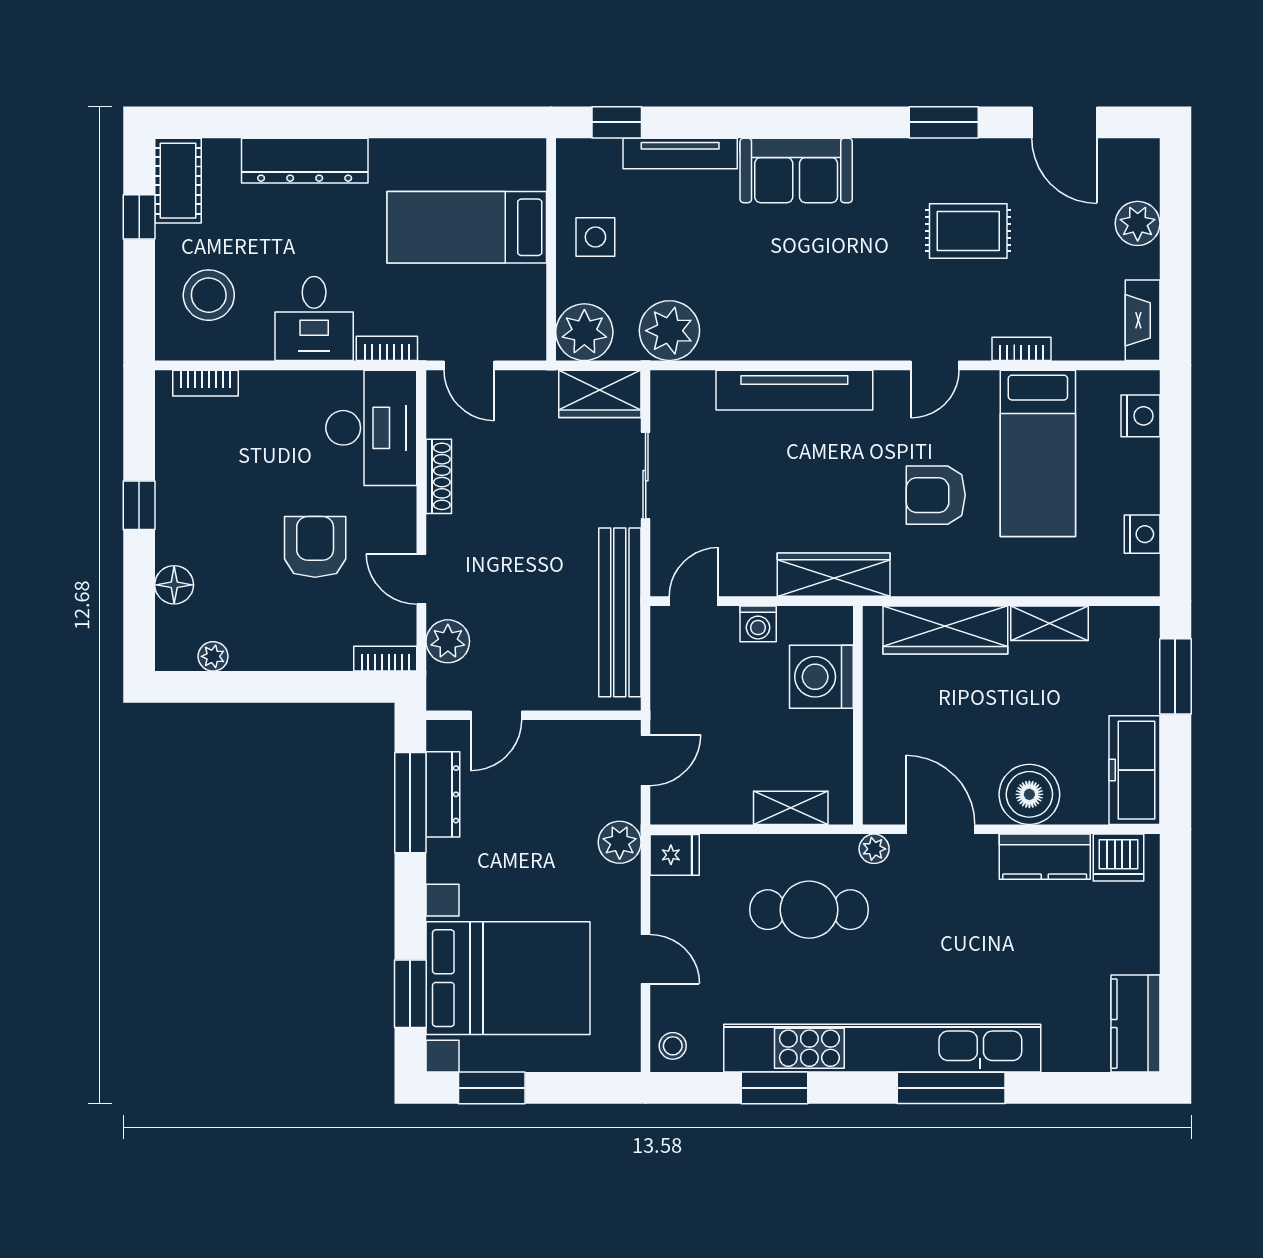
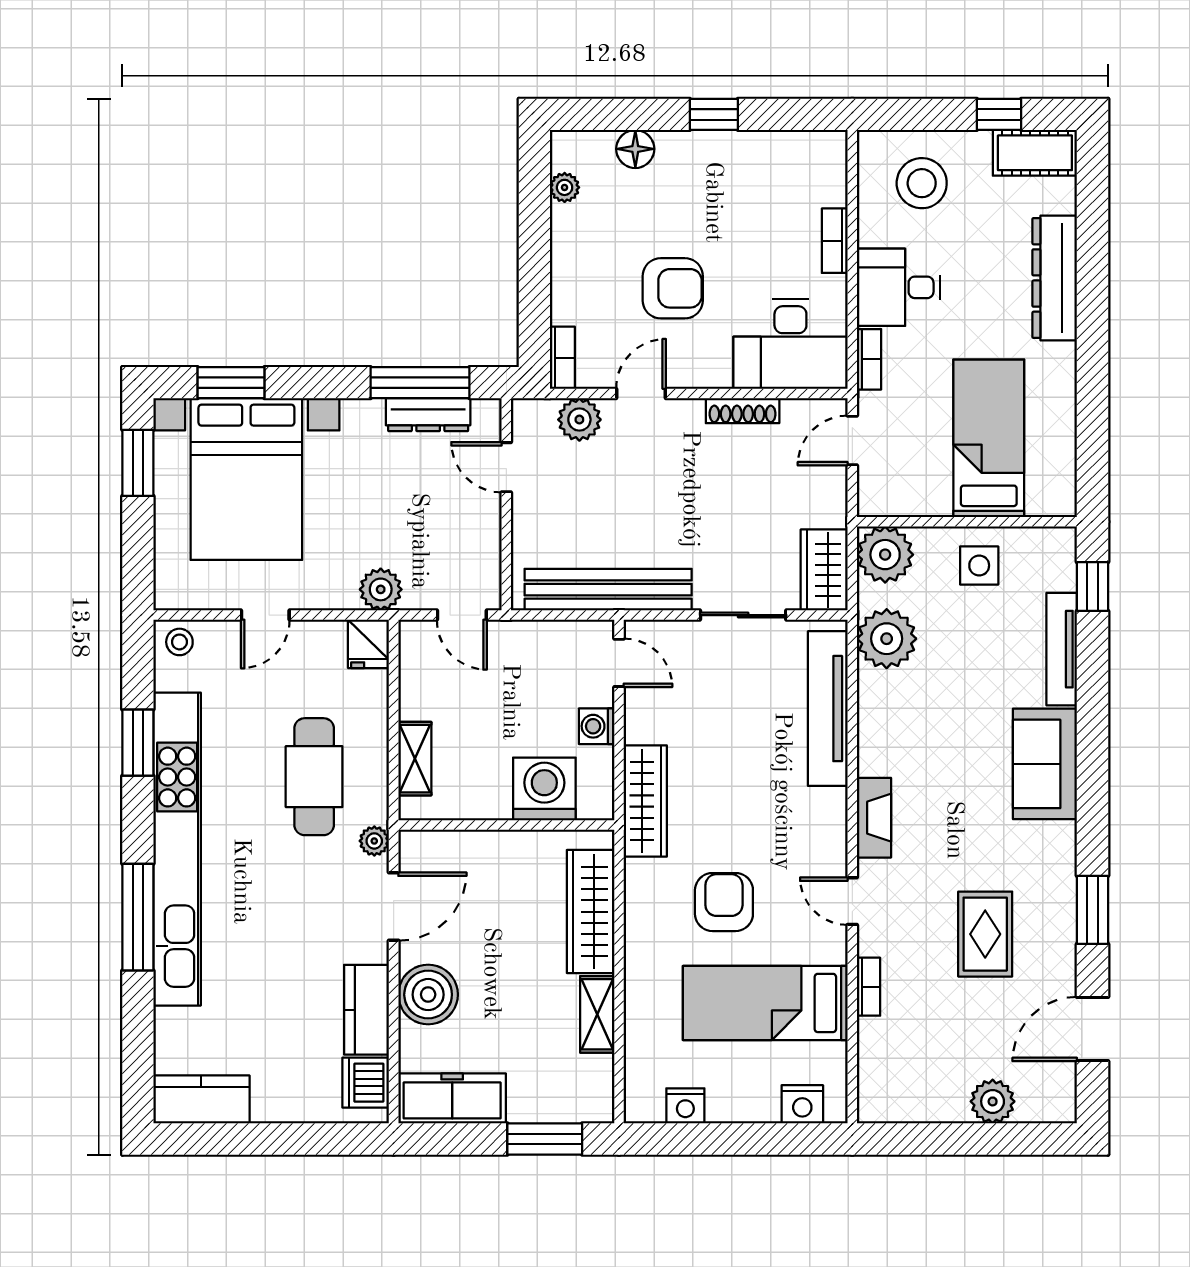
fireplace: (1143, 320) -> (874, 818), moved, turned 90
bookcase: (206, 383) -> (835, 241), moved
tv unit: (794, 390) -> (828, 709), moved

